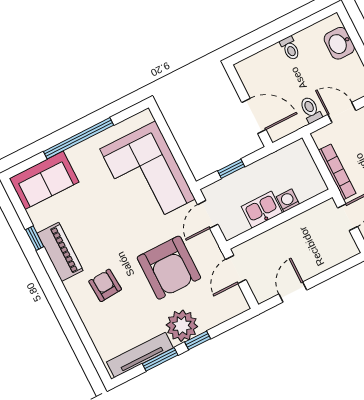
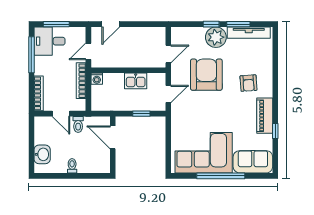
corner sofa: (147, 174) -> (204, 153), moved, turned -90
washing machine: (288, 200) -> (97, 79), moved
door: (293, 292) -> (111, 24), moved

